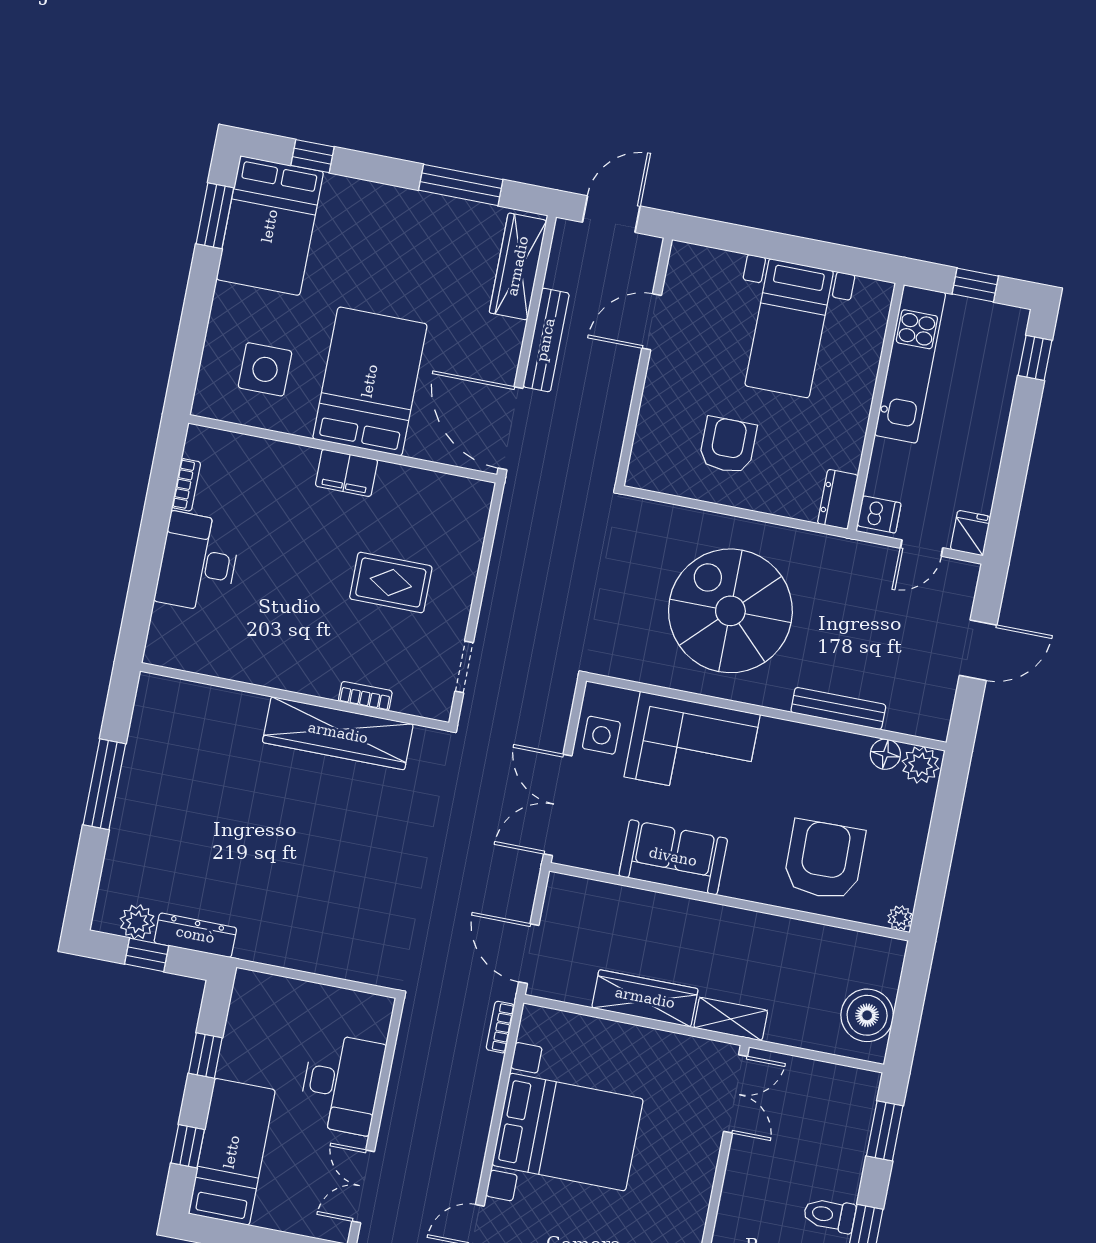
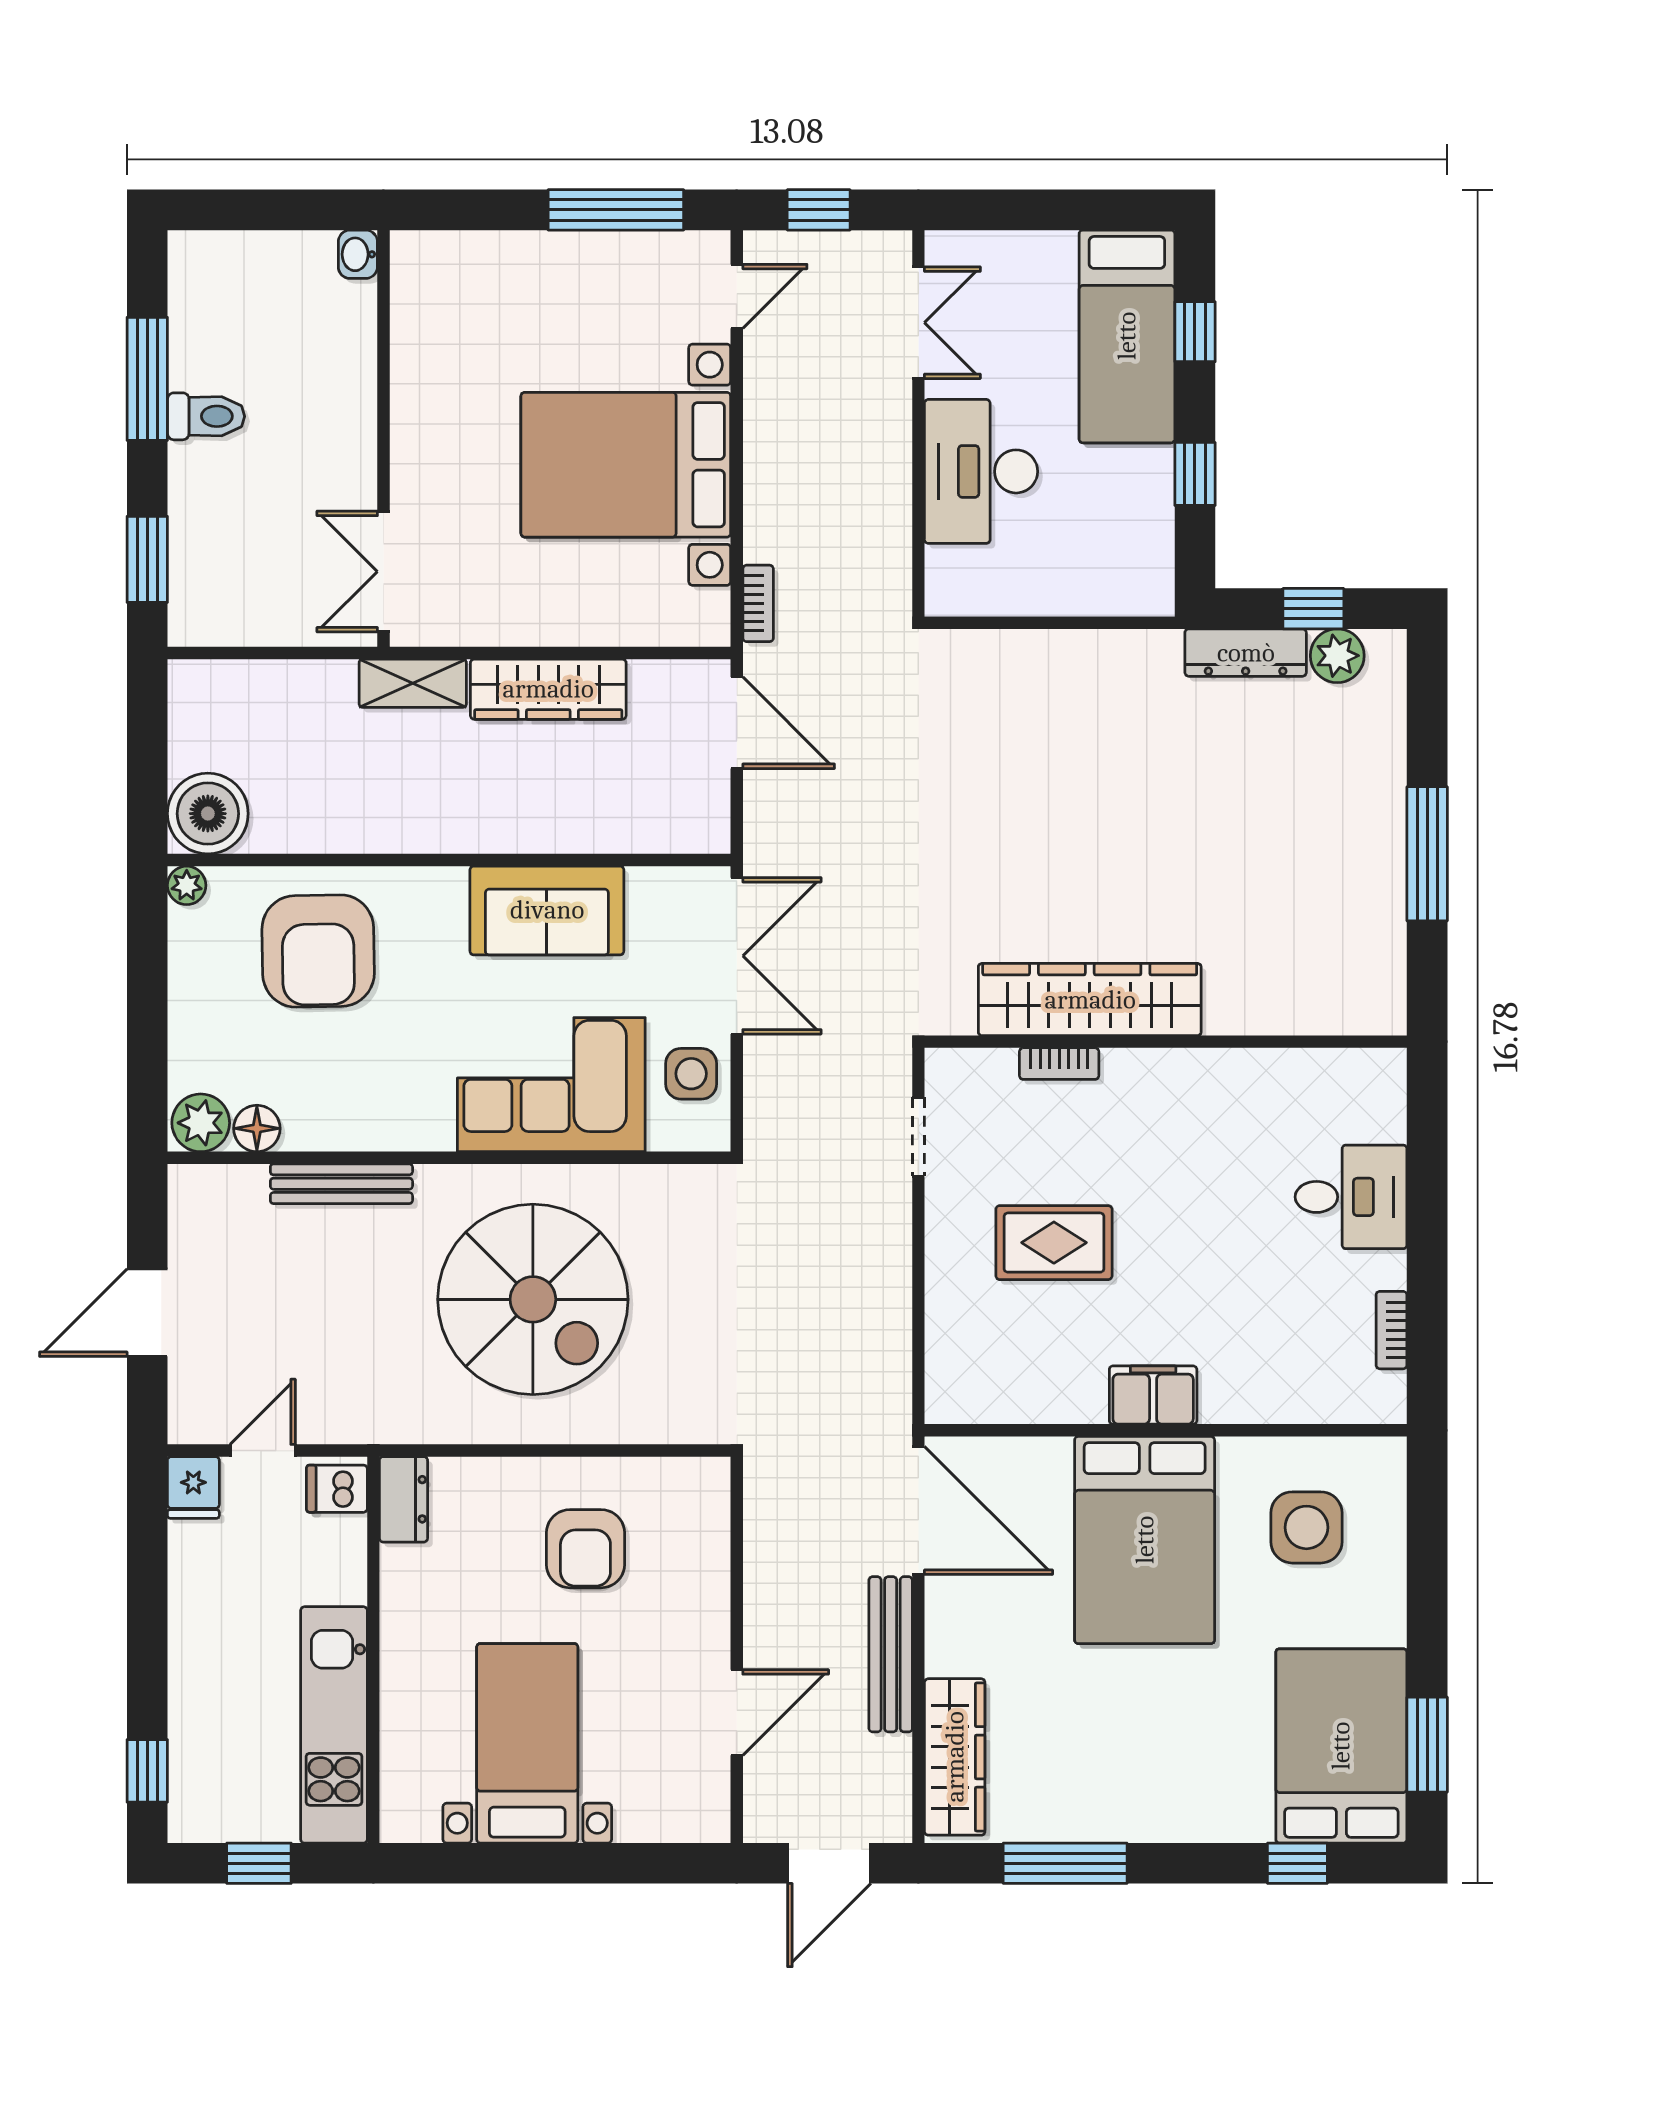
desk: (198, 562) -> (1351, 1197), width x0.73
boiler: (867, 1015) -> (208, 814), moved

